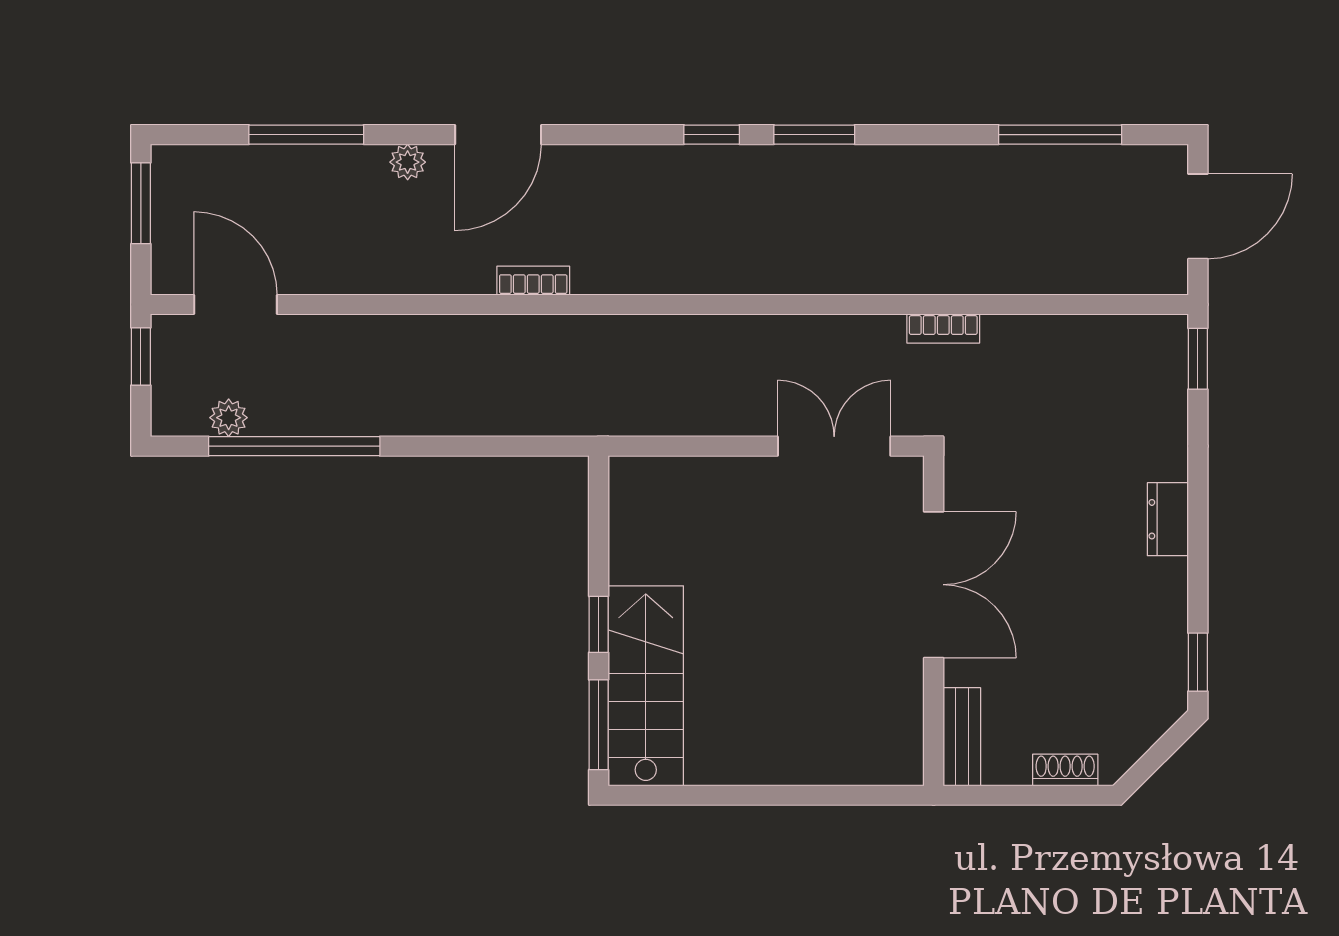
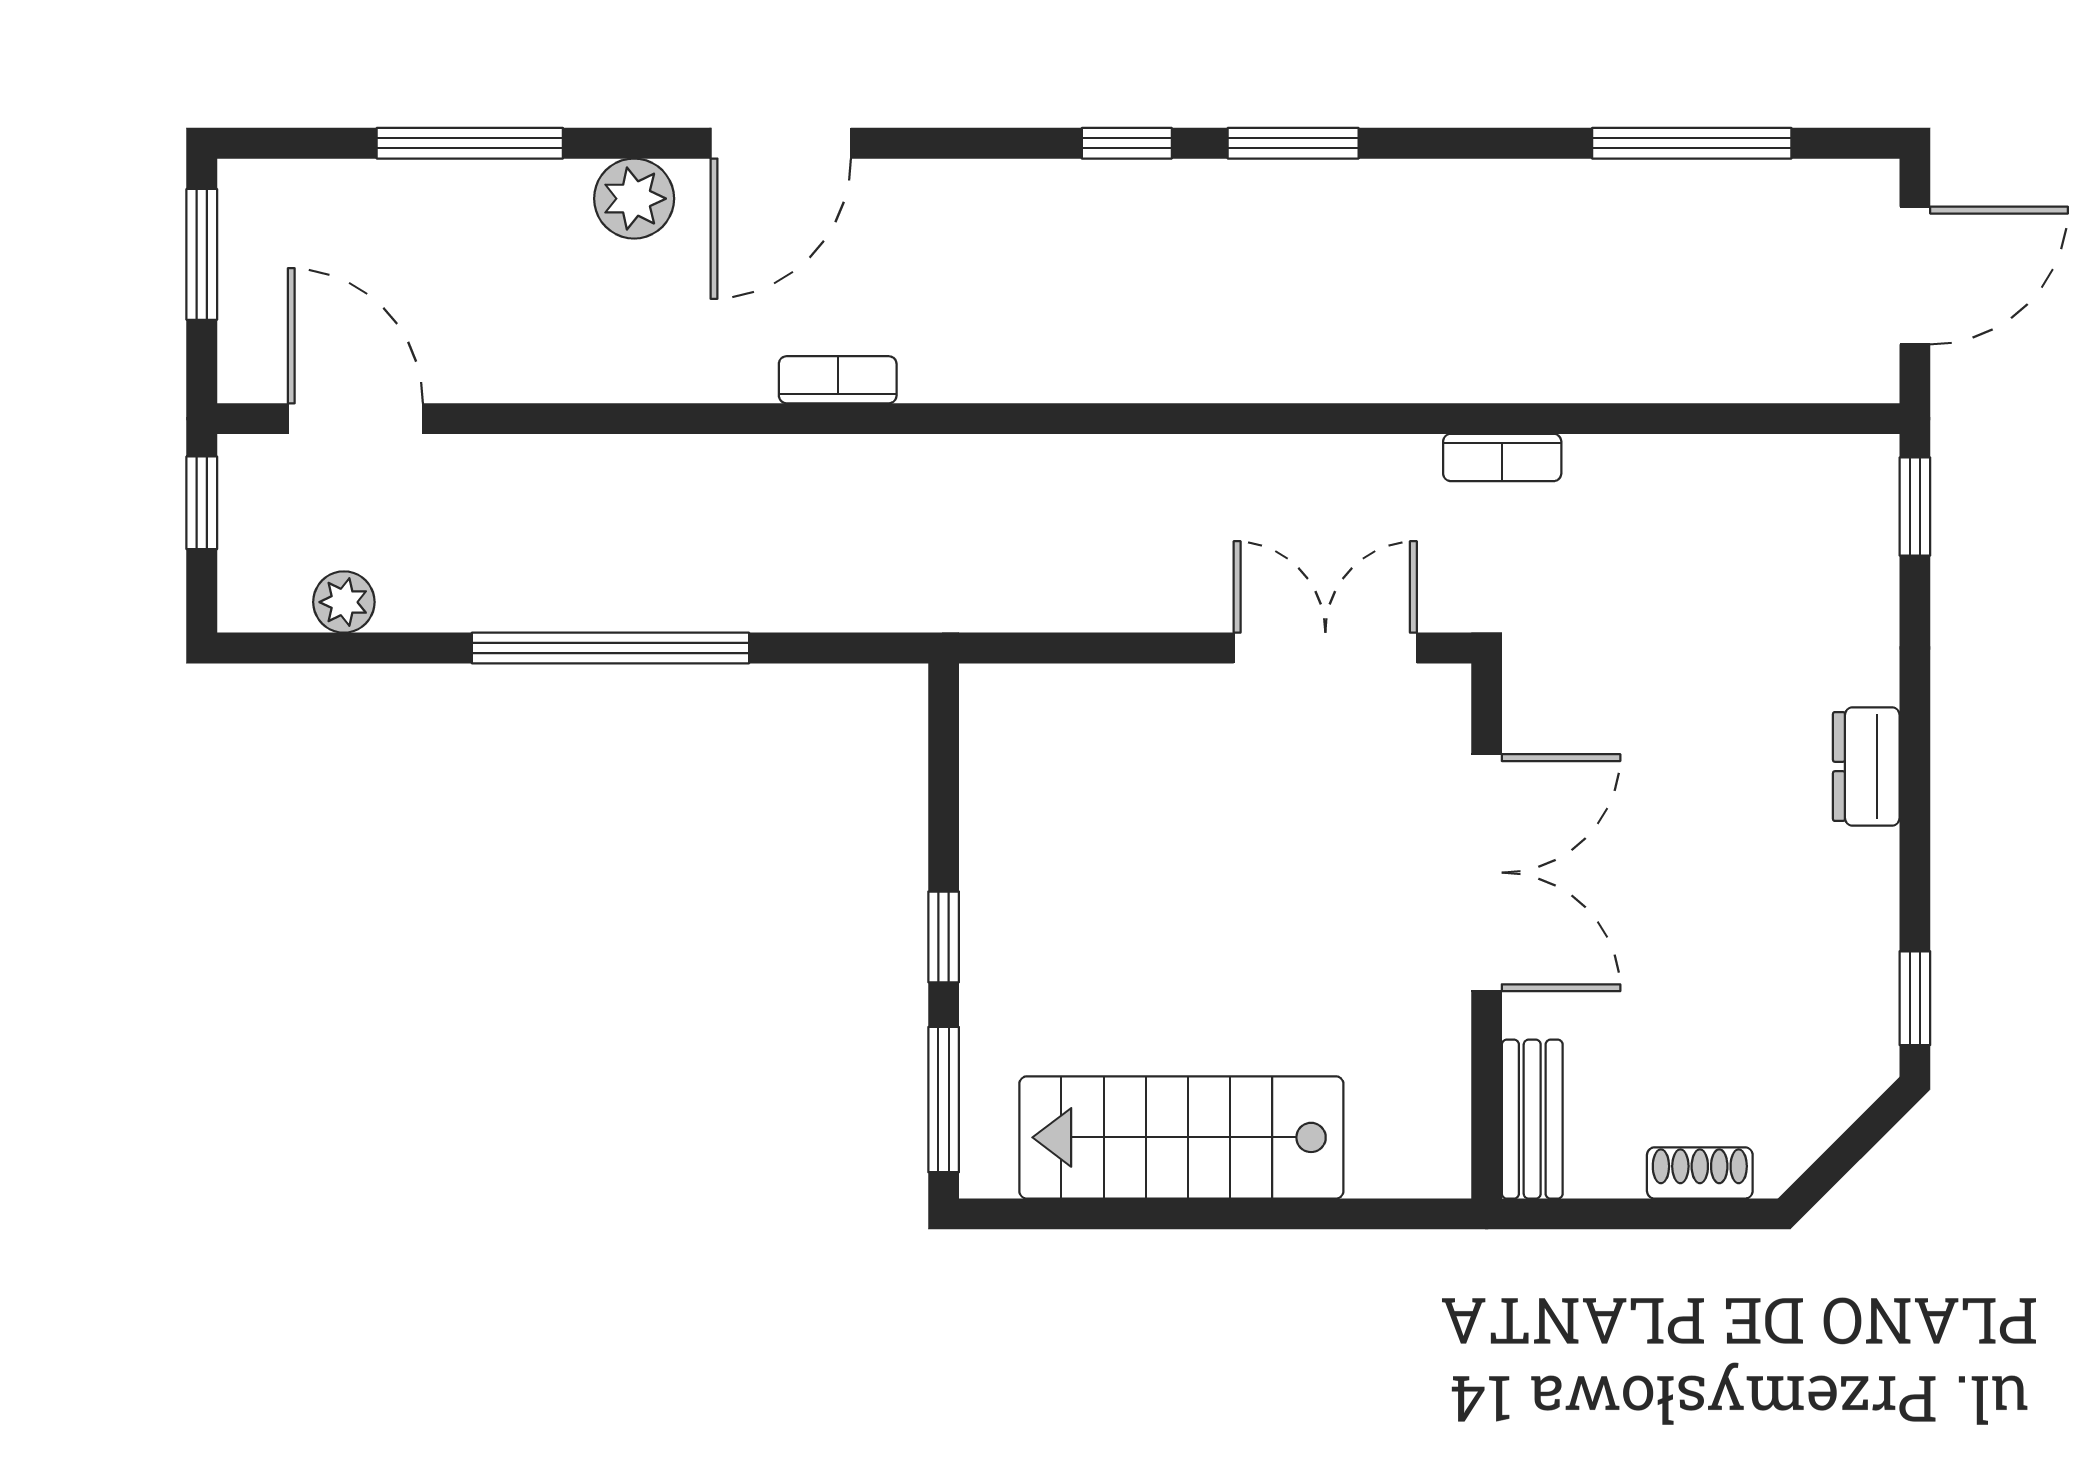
plant: (408, 162) -> (634, 199), width x1.38, depth x1.38
window: (294, 446) -> (610, 648), moved
stairs: (646, 686) -> (1181, 1137), moved, turned -90

